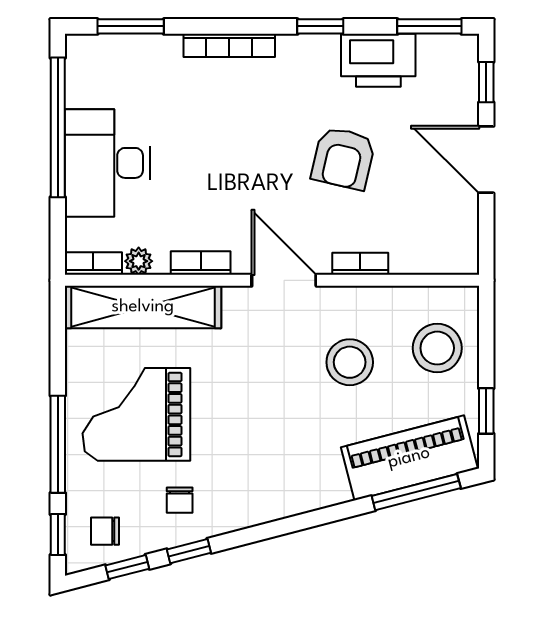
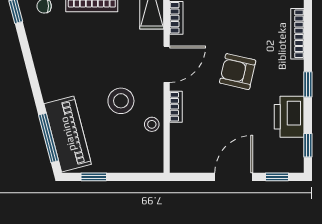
window: (429, 26) -> (308, 145), width x0.67
armchair: (343, 158) -> (238, 72), moved
stool: (437, 348) -> (152, 124), moved, width x0.53, depth x0.53

